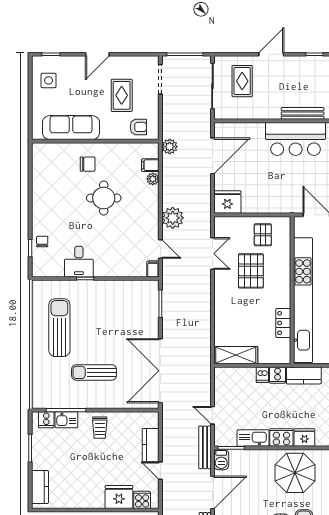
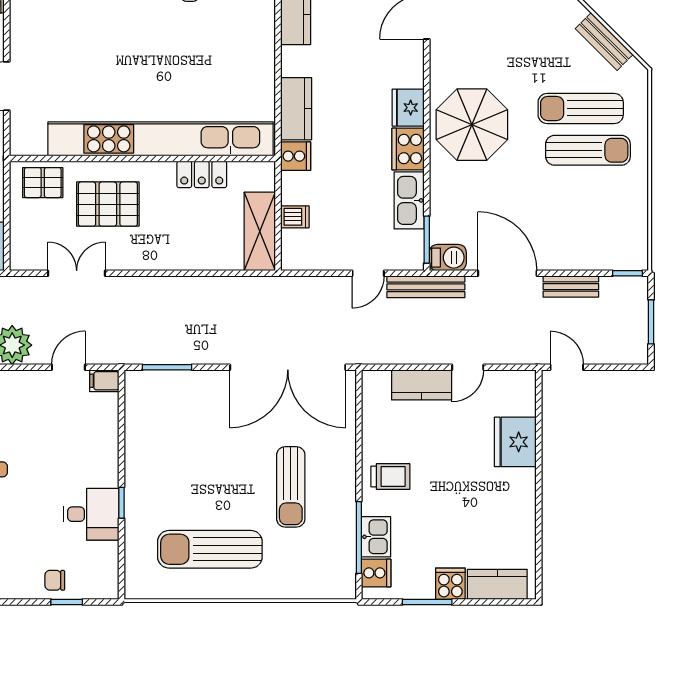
wall: (292, 290) -> (142, 159), moved
kitchen unit: (303, 300) -> (161, 139), moved
locker: (283, 323) -> (202, 174), moved
dishwasher: (262, 375) -> (295, 217), moved
cooker: (142, 500) -> (450, 584), moved, turned 90

